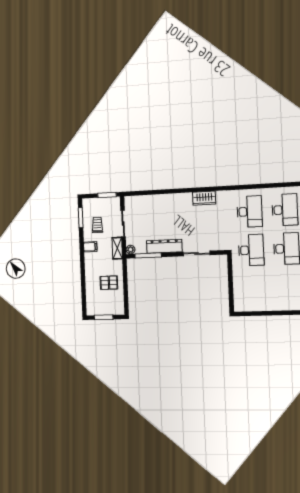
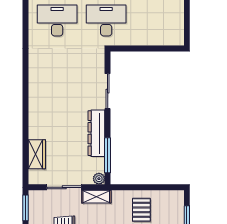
wardrobe: (204, 198) -> (37, 154), moved

